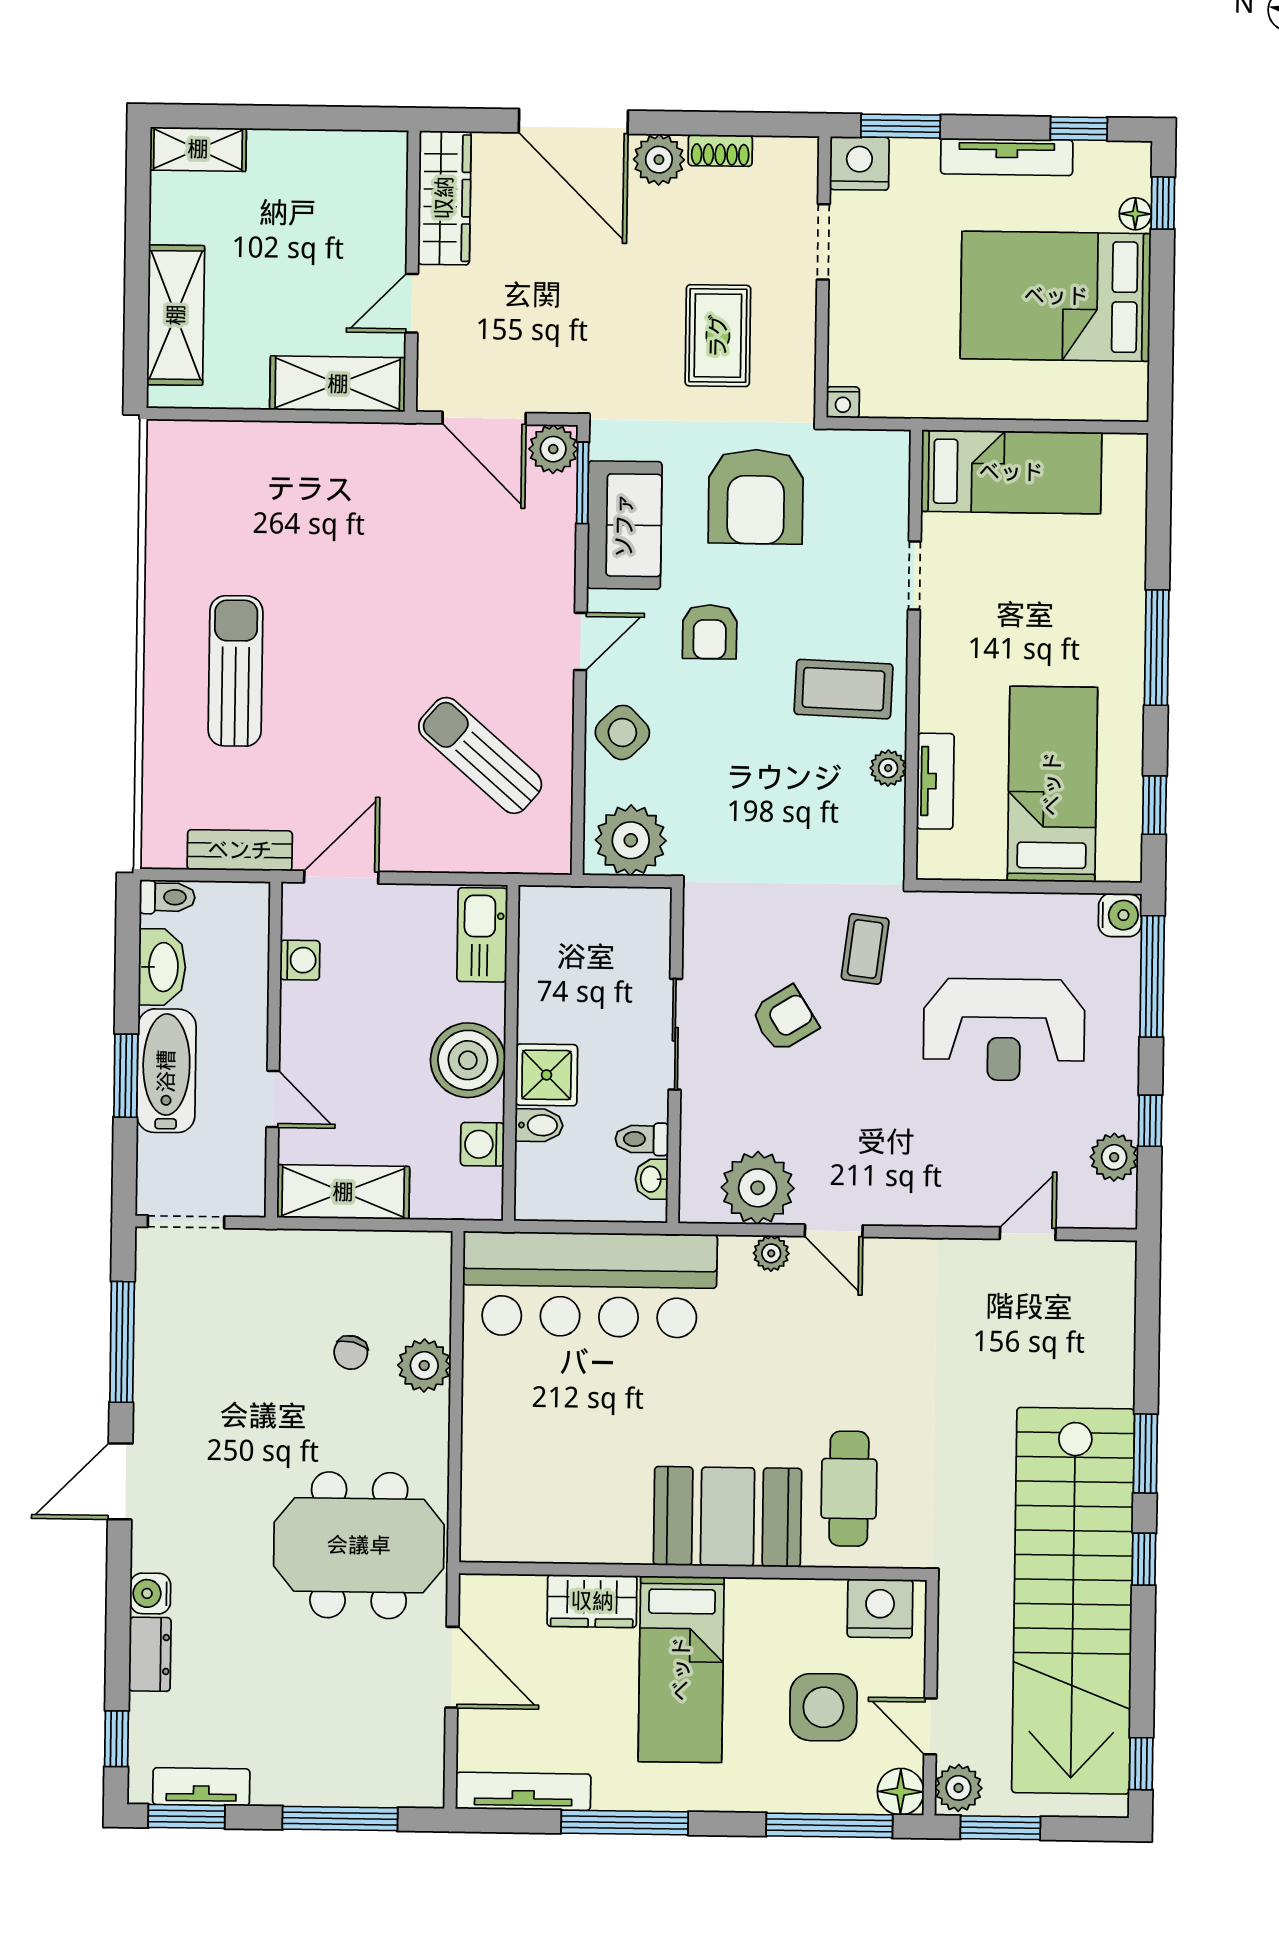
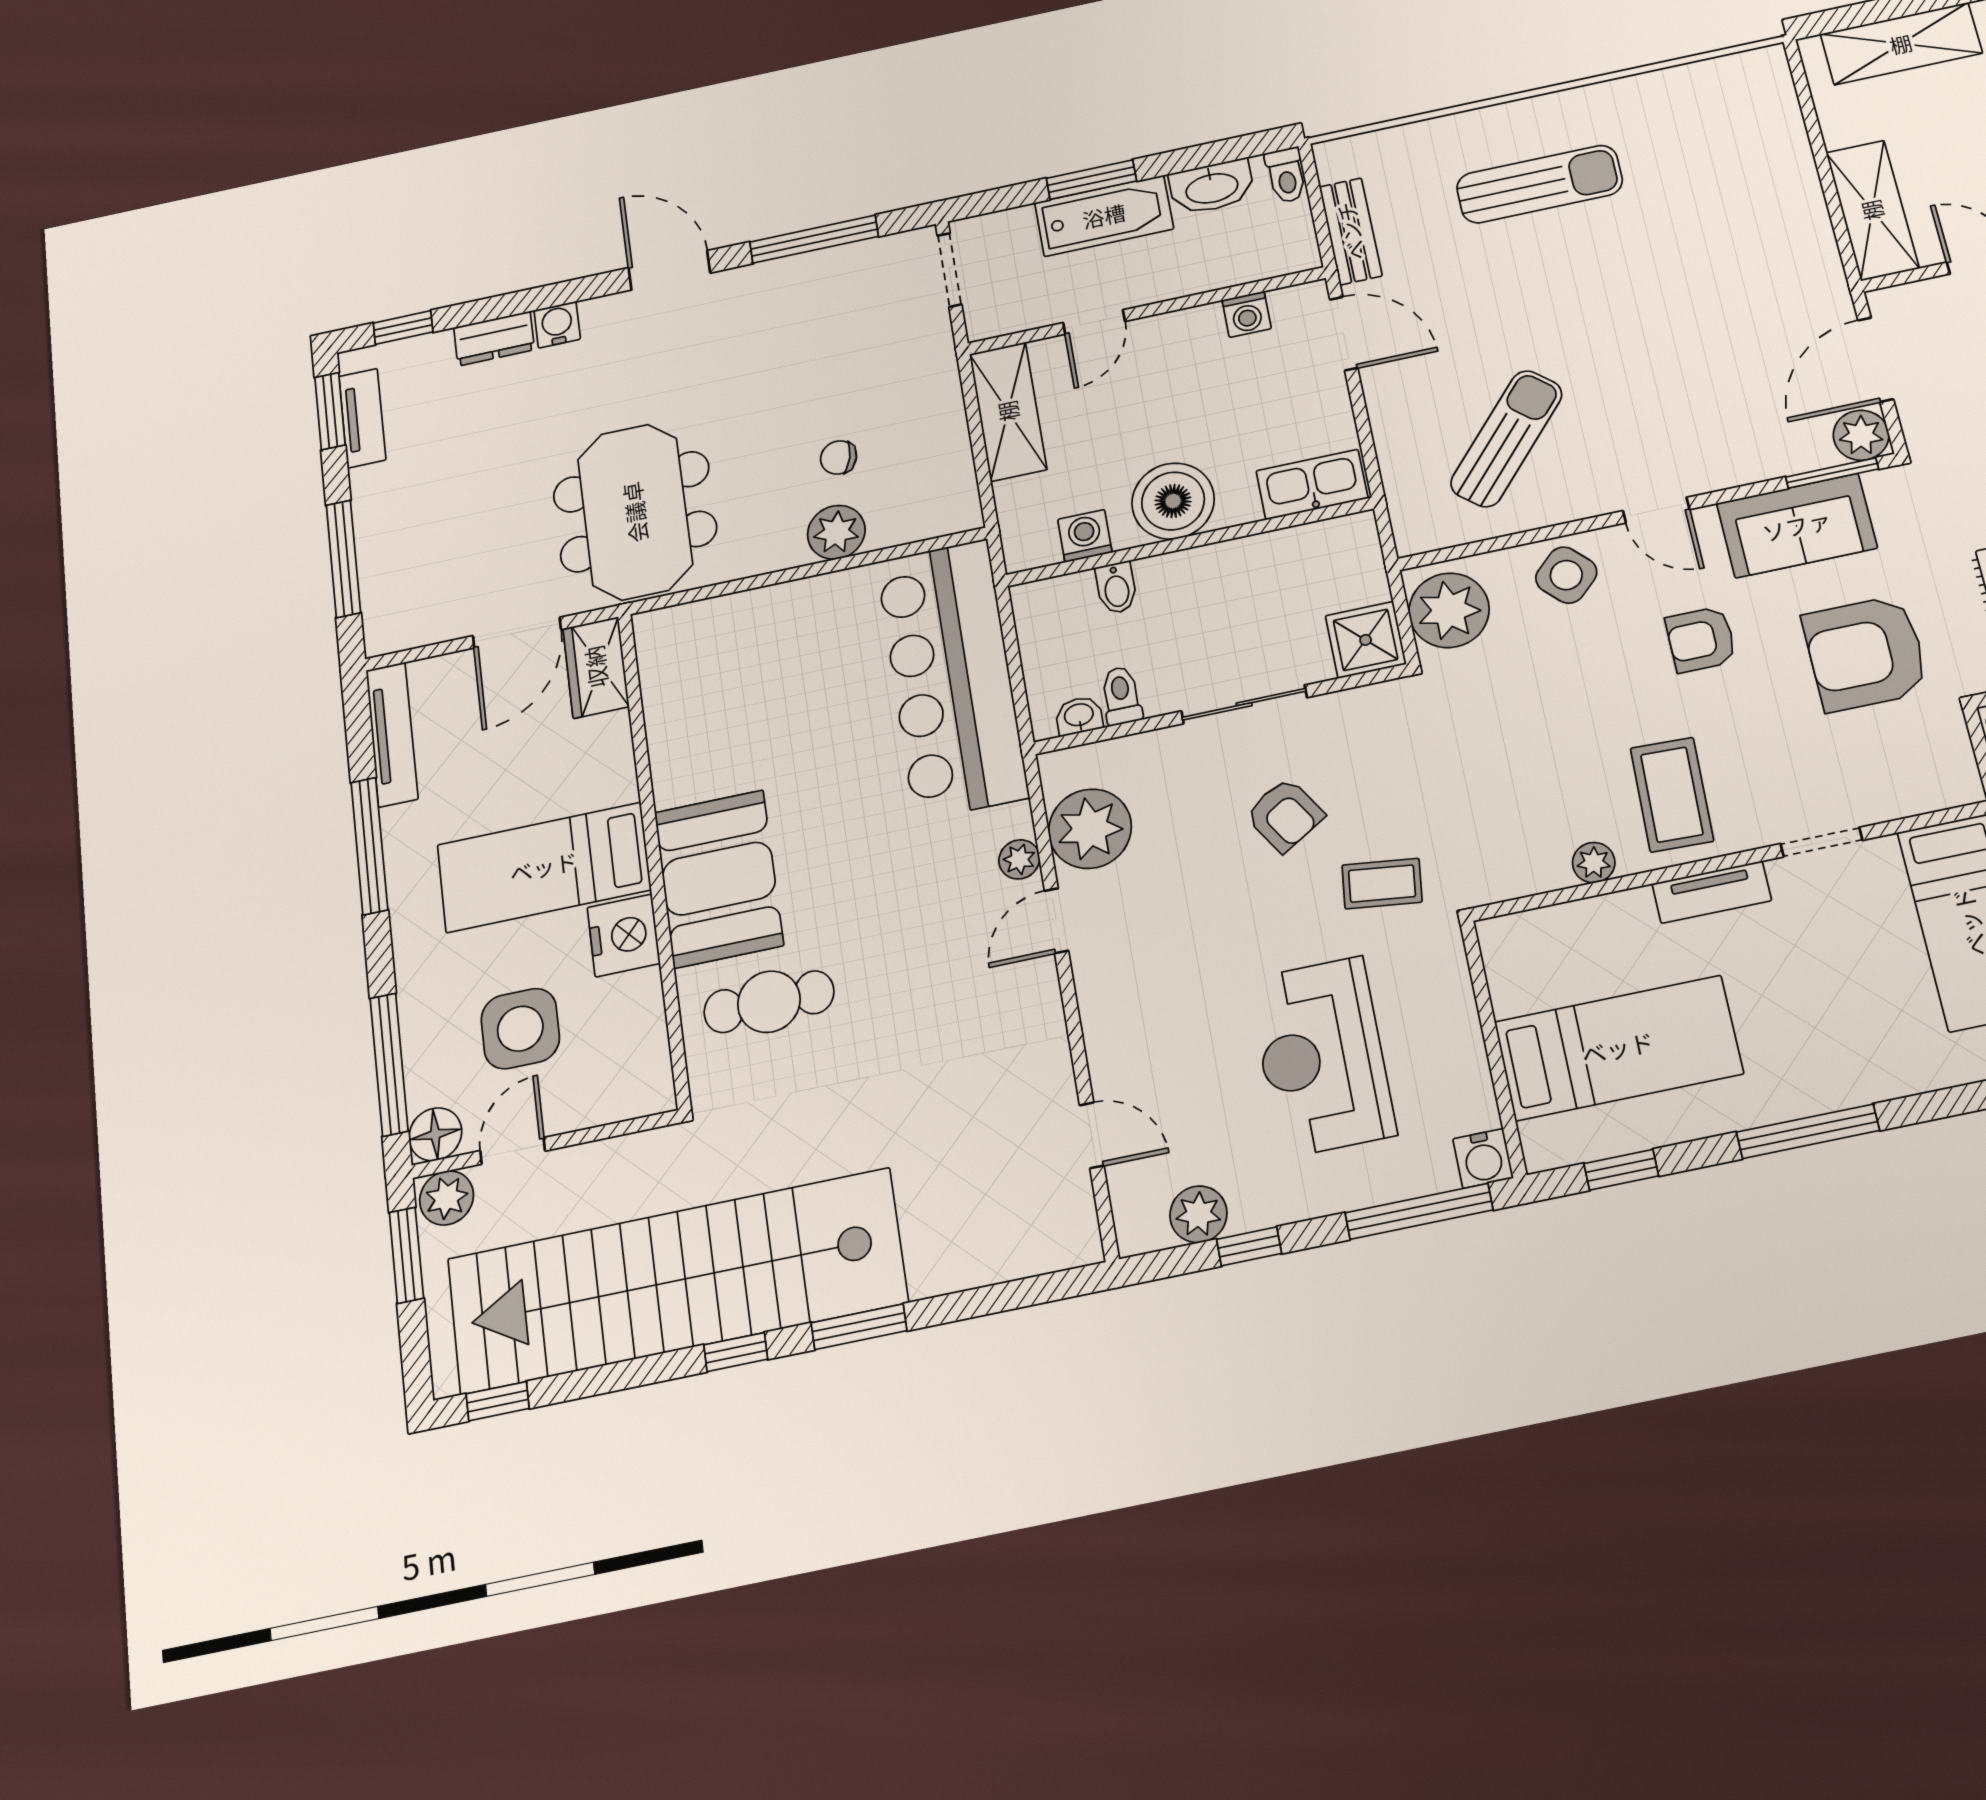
tv unit: (935, 781) -> (1712, 892), moved
shower: (547, 1075) -> (1366, 640), moved
wardrobe: (592, 1601) -> (596, 667), moved
nightstand: (880, 1608) -> (624, 935), moved

